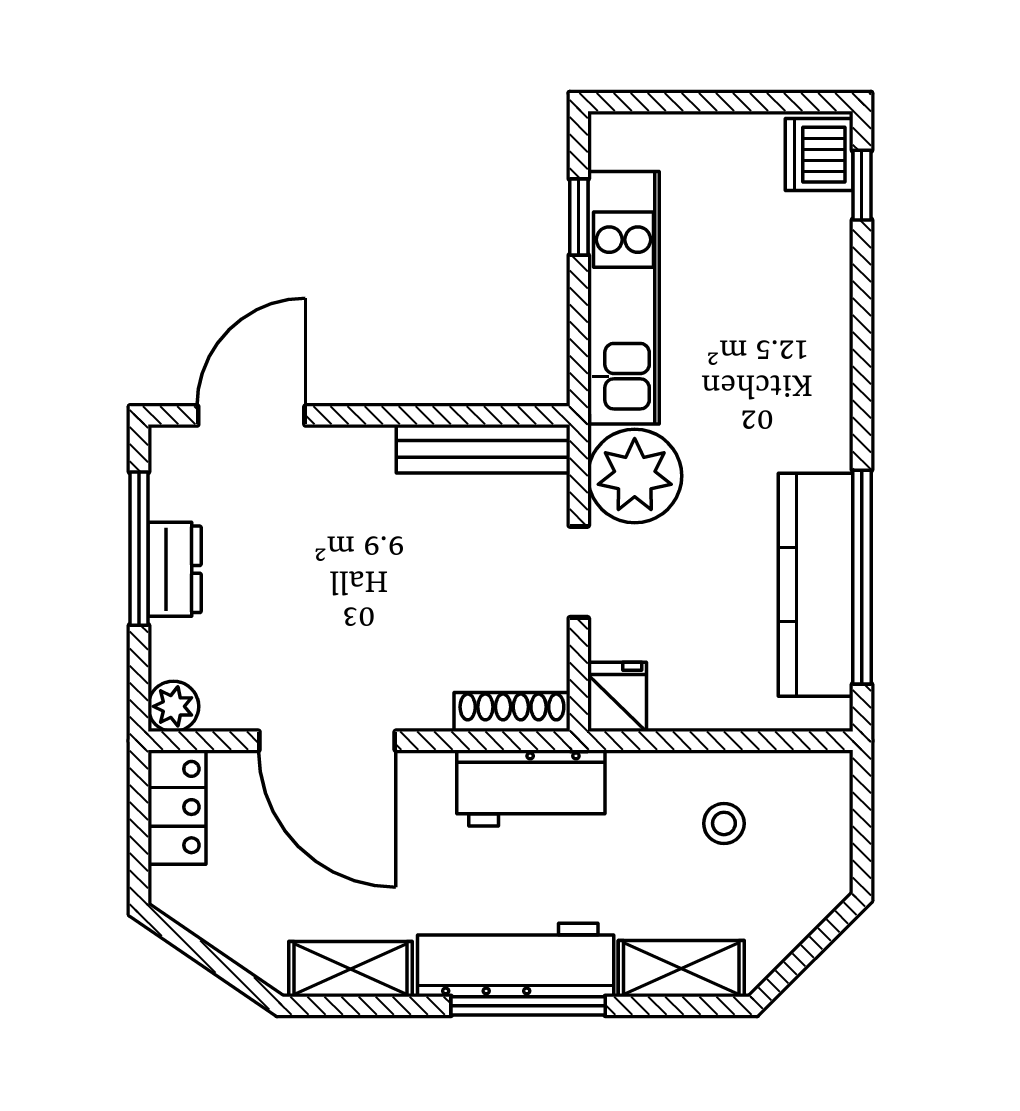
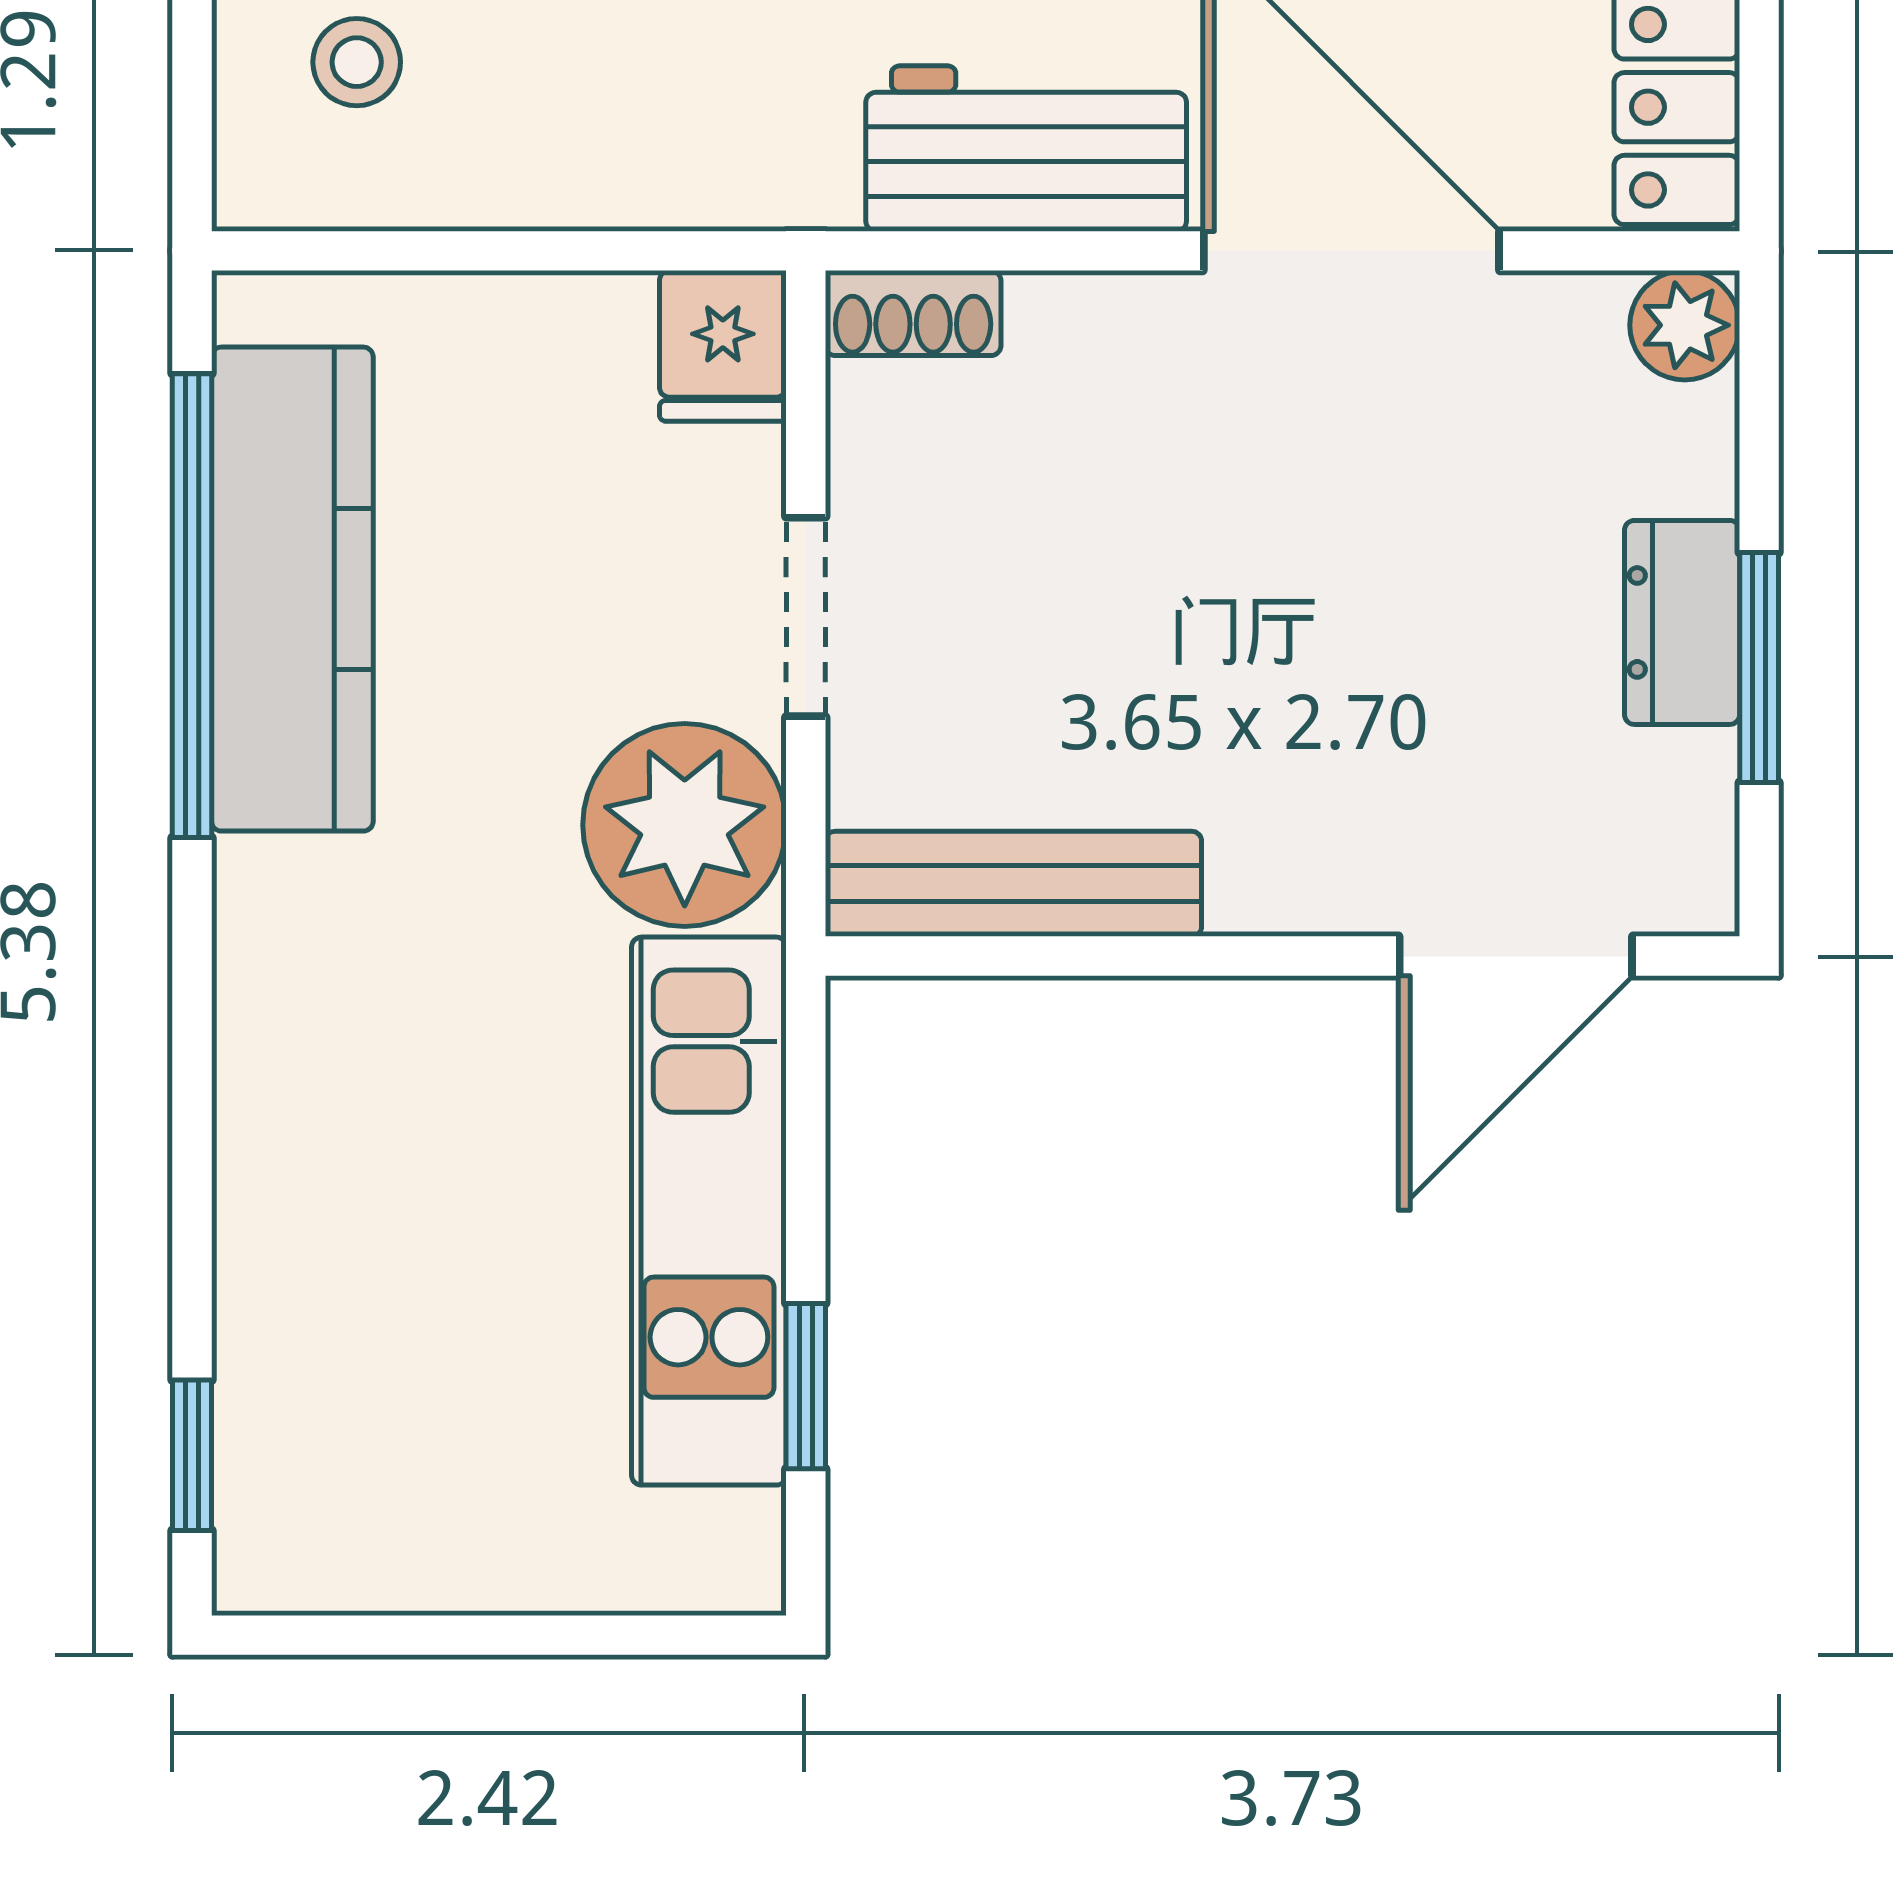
dishwasher: (819, 155) -> (285, 1521), removed
window: (139, 549) -> (1759, 667), width x0.69
shoe rack: (512, 712) -> (913, 313), width x0.70
workbench: (531, 788) -> (1026, 148), moved
stool: (724, 823) -> (357, 62), moved

